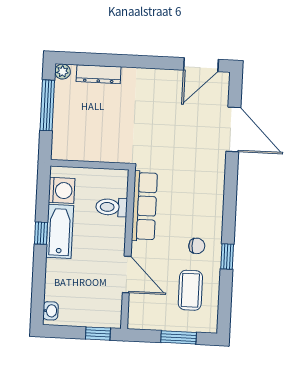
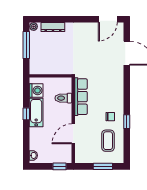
door: (127, 274) -> (73, 134), swing flipped

